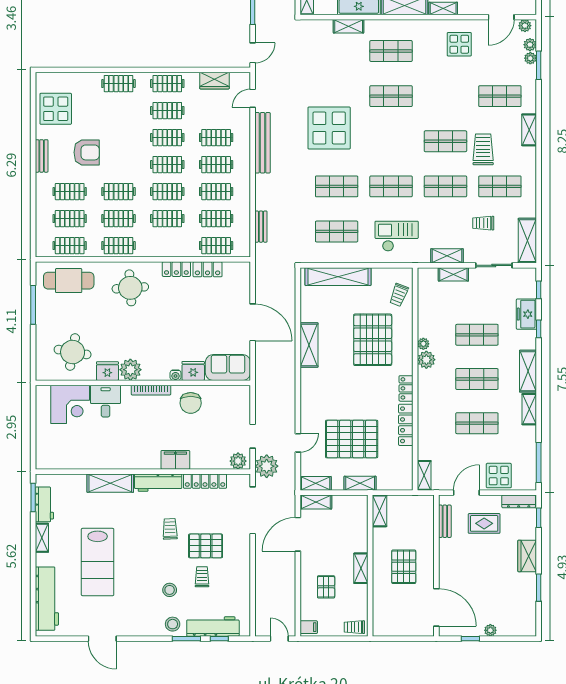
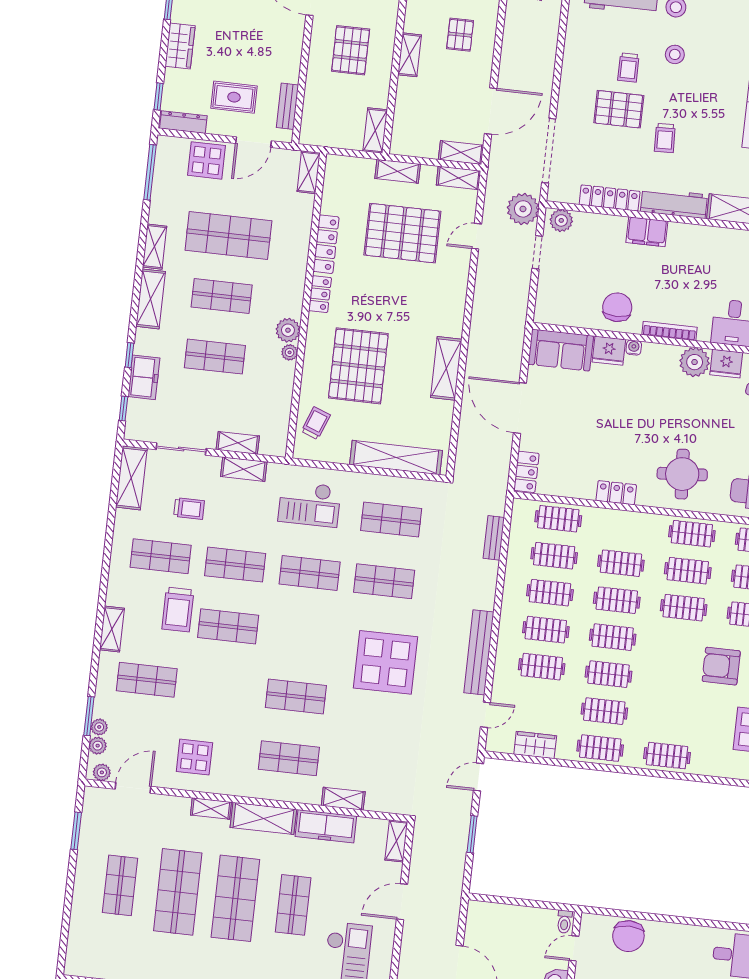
locker: (208, 269) -> (526, 472), moved, turned 90
shop shelf: (477, 423) -> (228, 235), width x1.43, depth x1.36

